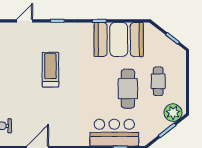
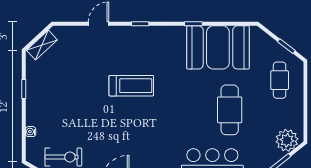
treadmill: (50, 70) -> (131, 86), turned 90
cafe table: (158, 81) -> (280, 80), moved

